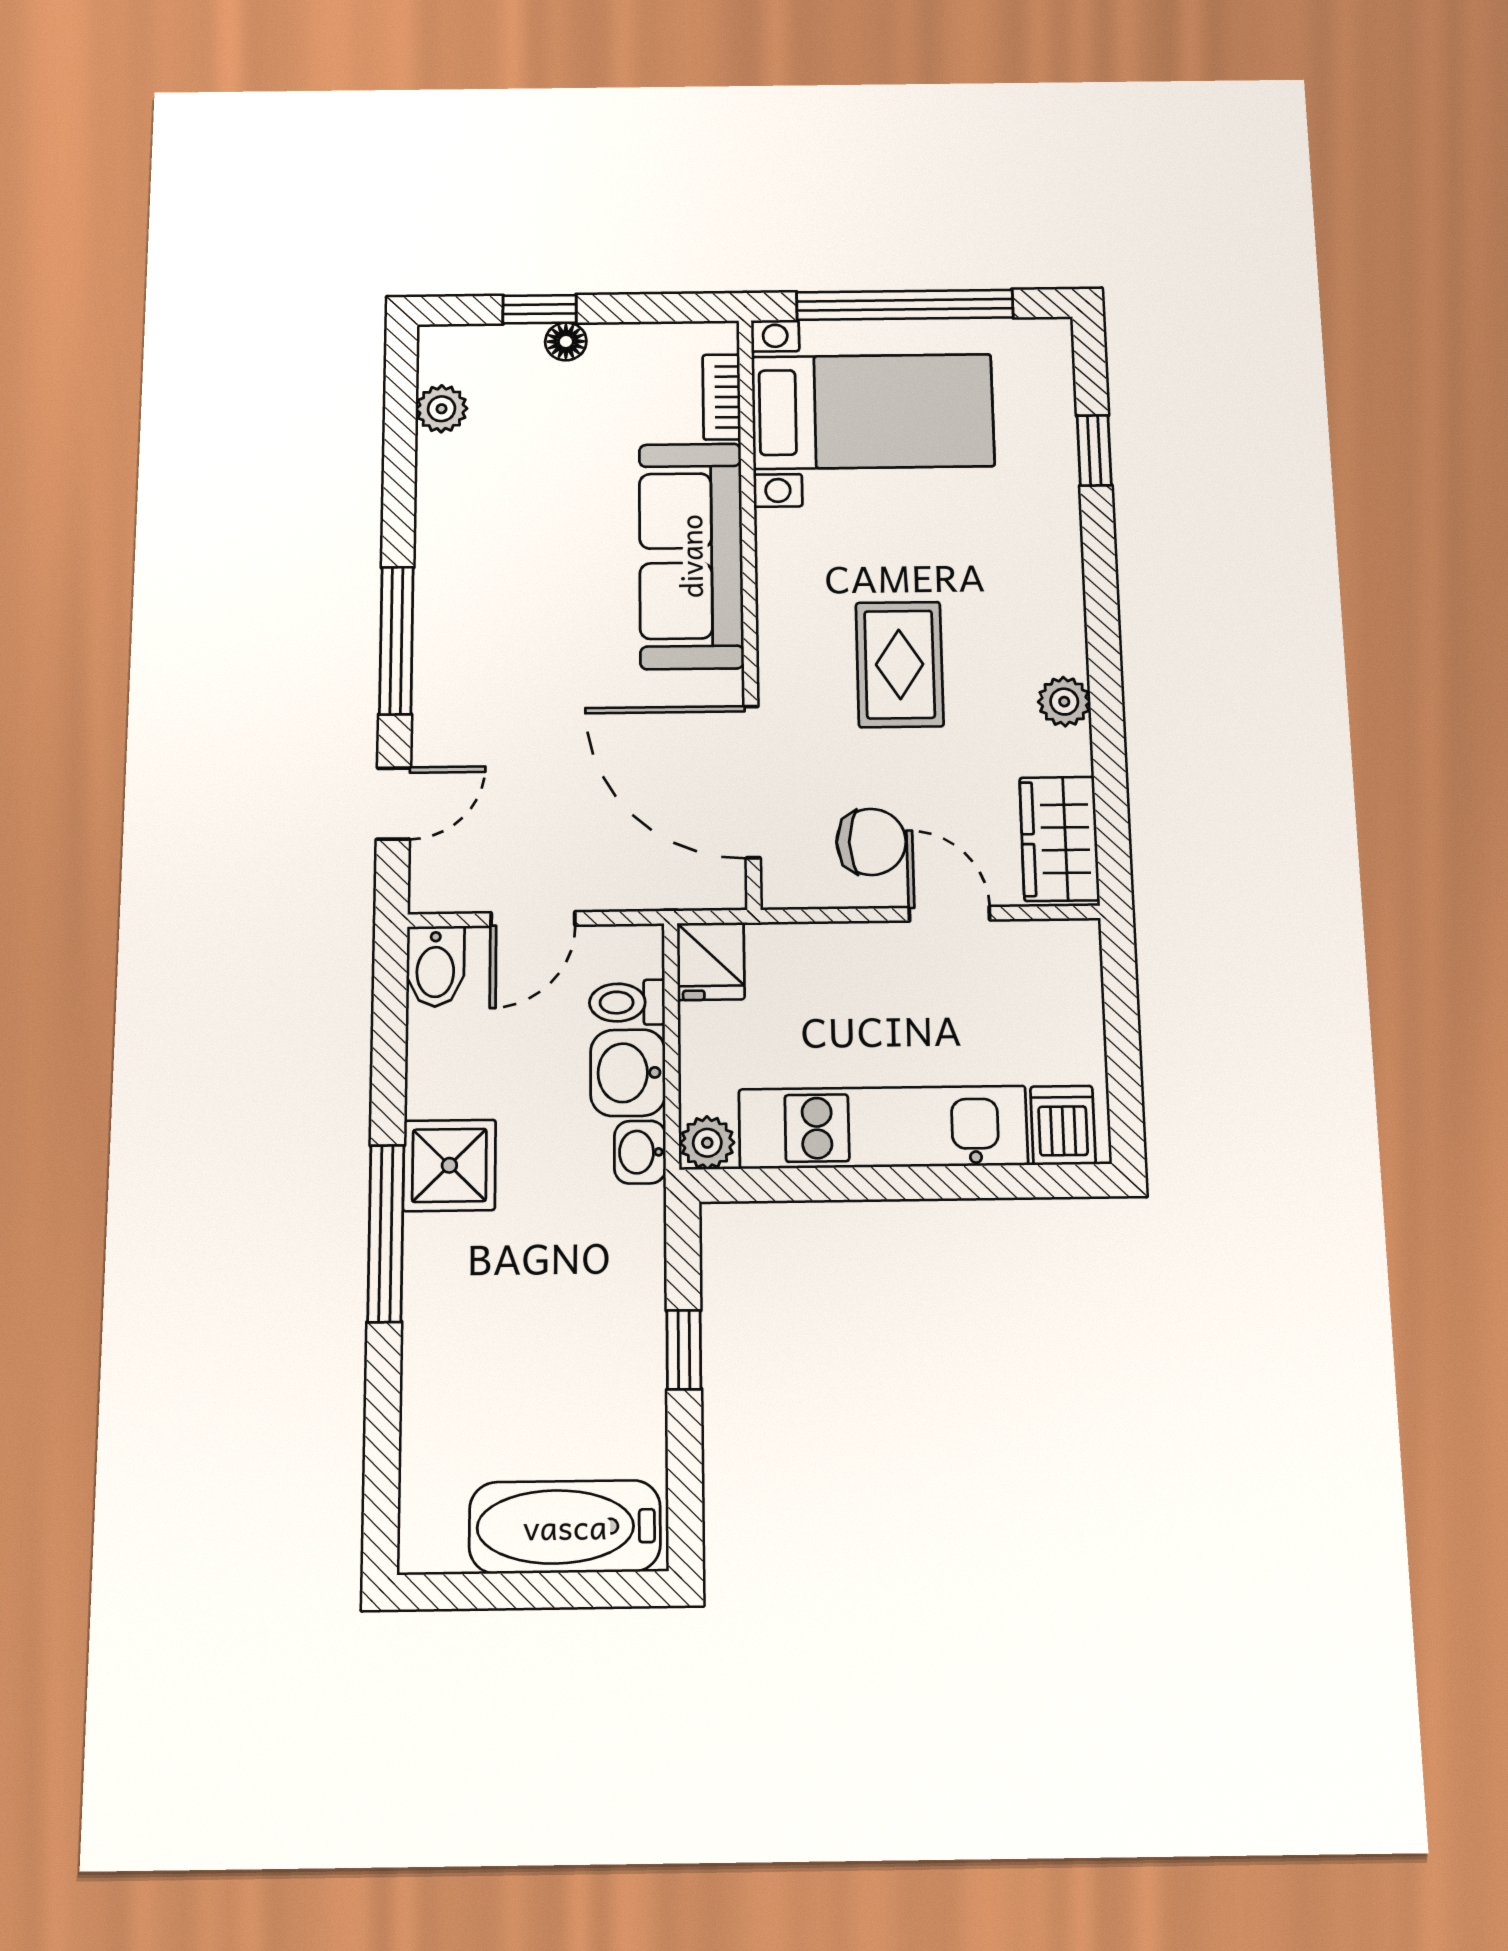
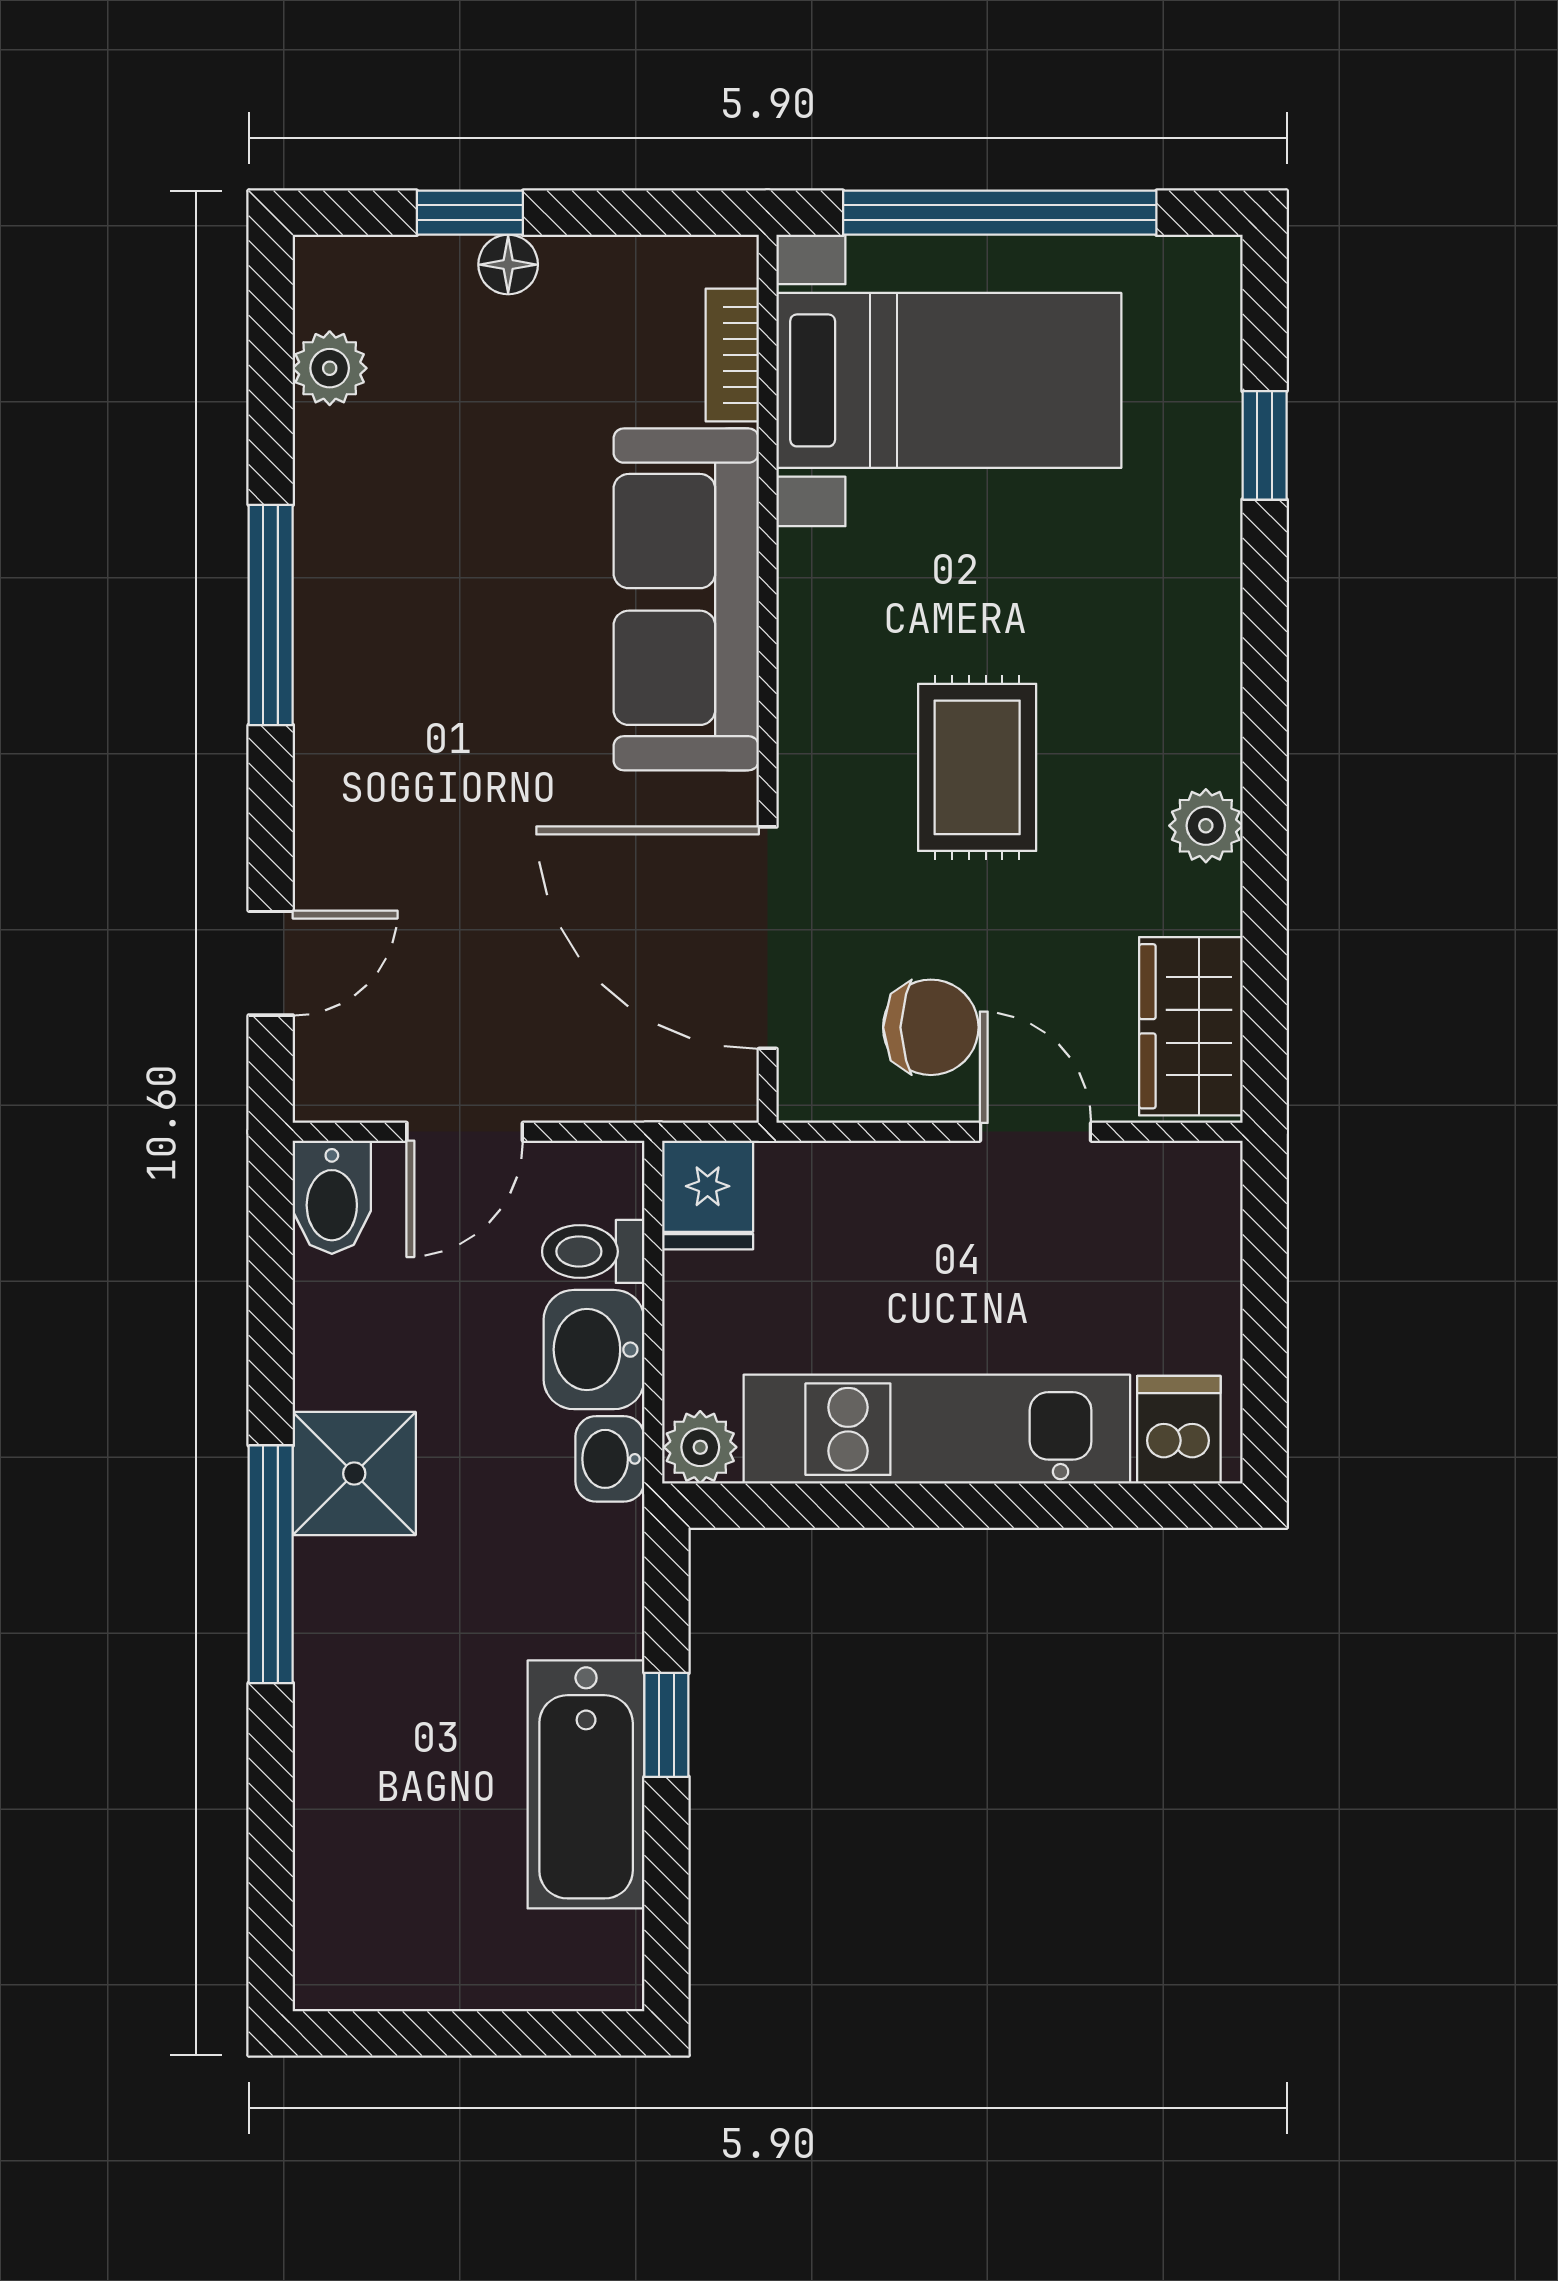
window: (396, 640) -> (271, 615), moved
bathtub: (565, 1527) -> (586, 1784), moved, turned -90

